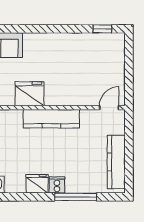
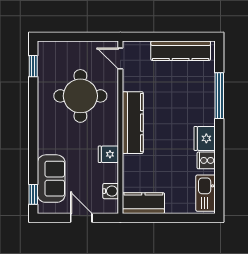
round table: (75, 71) -> (80, 96), added
fridge: (29, 94) -> (108, 154), width x0.53, depth x0.75
cooker: (57, 185) -> (206, 160), moved

